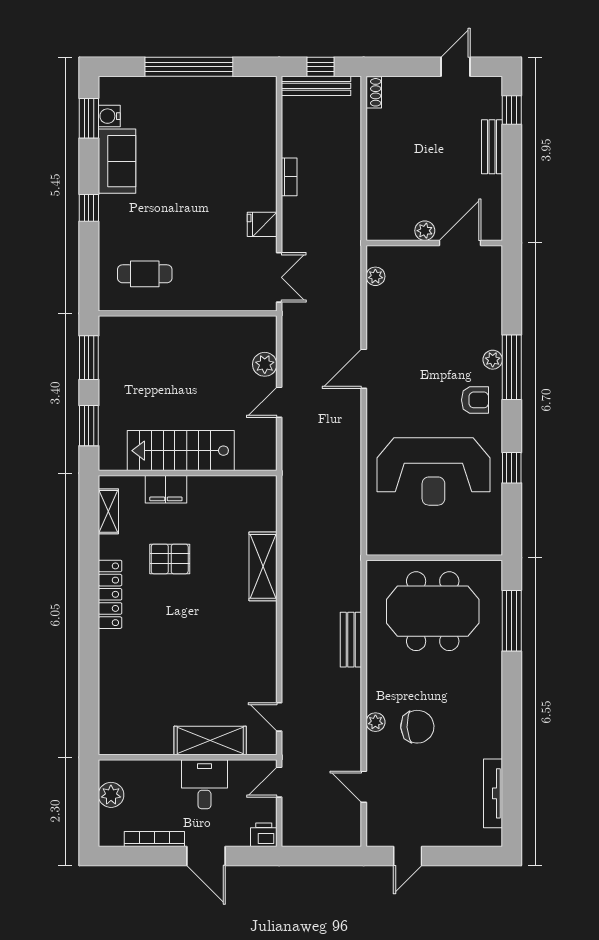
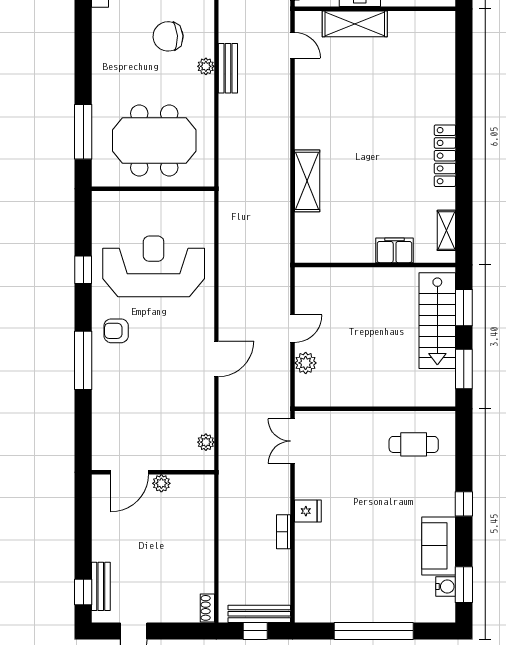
bench: (492, 147) -> (101, 586), moved
fridge: (262, 224) -> (308, 511), moved
plant: (493, 360) -> (100, 367), removed
stairs: (181, 451) -> (437, 321), moved, turned 90
pallet: (170, 559) -> (391, 188), removed
bench: (351, 640) -> (228, 68), moved
plant: (375, 722) -> (206, 66), moved

